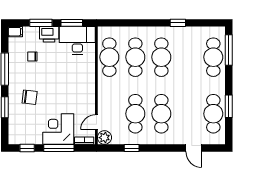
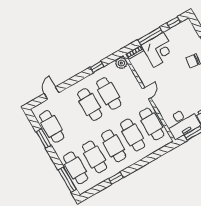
cafe table: (187, 57) -> (95, 157), added
door: (96, 122) -> (147, 93), moved
door: (194, 148) -> (52, 93), hinge flipped

